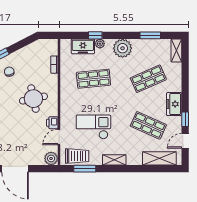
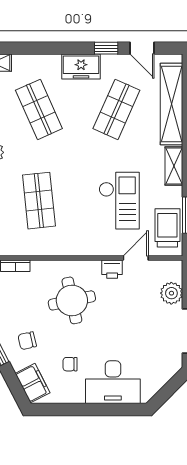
checkout: (93, 127) -> (119, 201), turned 180
door: (59, 137) -> (136, 258), swing flipped
plant: (51, 158) -> (171, 293), moved
shelving: (159, 158) -> (171, 104), width x1.47

